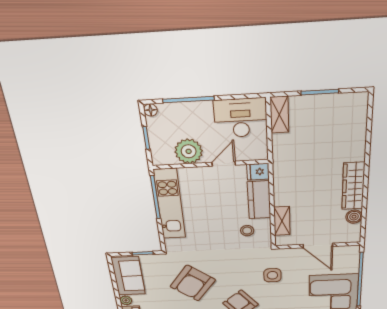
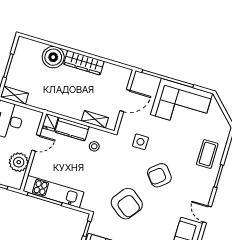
door: (224, 164) -> (36, 143), swing flipped
boiler: (354, 217) -> (53, 57), moved, width x1.86, depth x1.86

